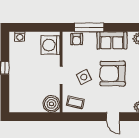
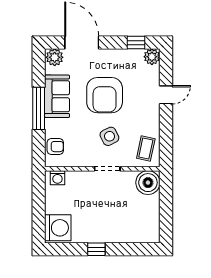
window: (89, 27) -> (39, 108), moved
washing machine: (20, 37) -> (58, 228), width x1.89, depth x1.89
washing machine: (50, 45) -> (57, 178), width x0.53, depth x0.53

